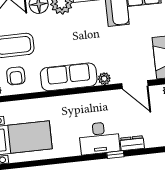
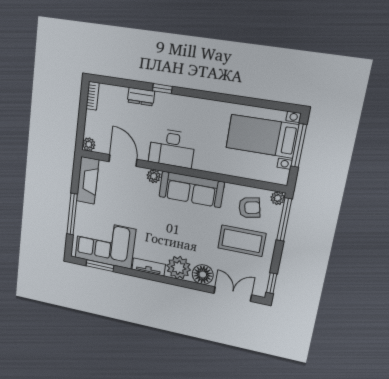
armchair: (16, 76) -> (249, 208), turned 78
desk: (99, 138) -> (172, 148), moved, turned 180

